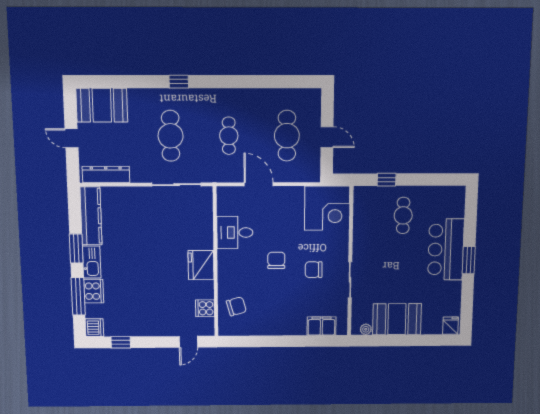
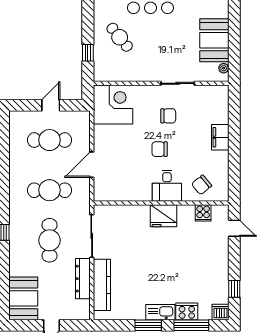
cafe table: (171, 136) -> (49, 240), turned 90
cafe table: (229, 136) -> (49, 190), width x1.37, depth x1.35
dresser: (106, 175) -> (83, 279), moved
cafe table: (403, 215) -> (120, 37), turned 51
kitchen counter: (91, 216) -> (102, 285), moved, turned 90
desk: (235, 233) -> (167, 186), moved
chair: (314, 270) -> (168, 116), turned -90
chair: (236, 306) -> (202, 185), turned -113
filing cabinet: (321, 326) -> (220, 137), moved

